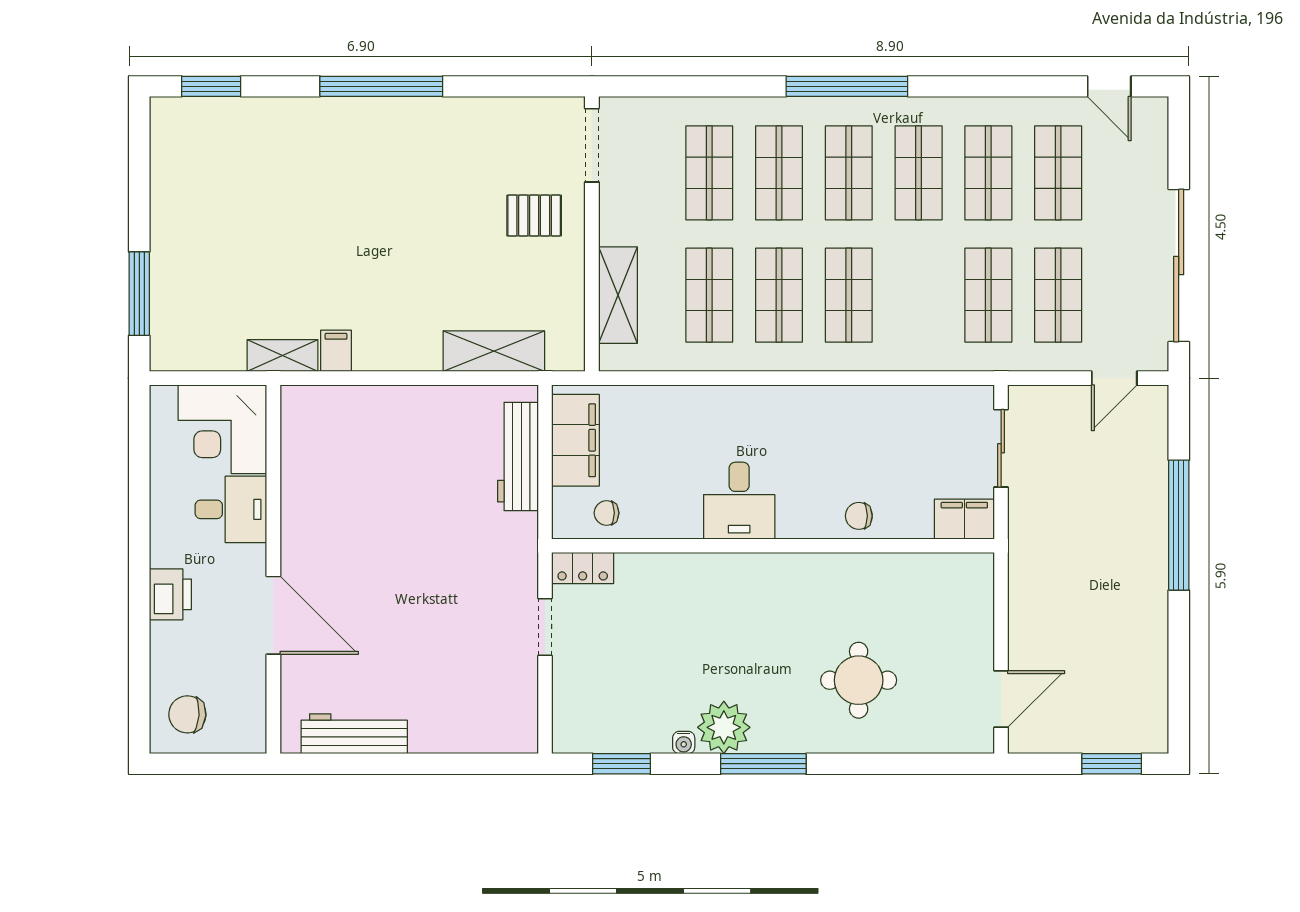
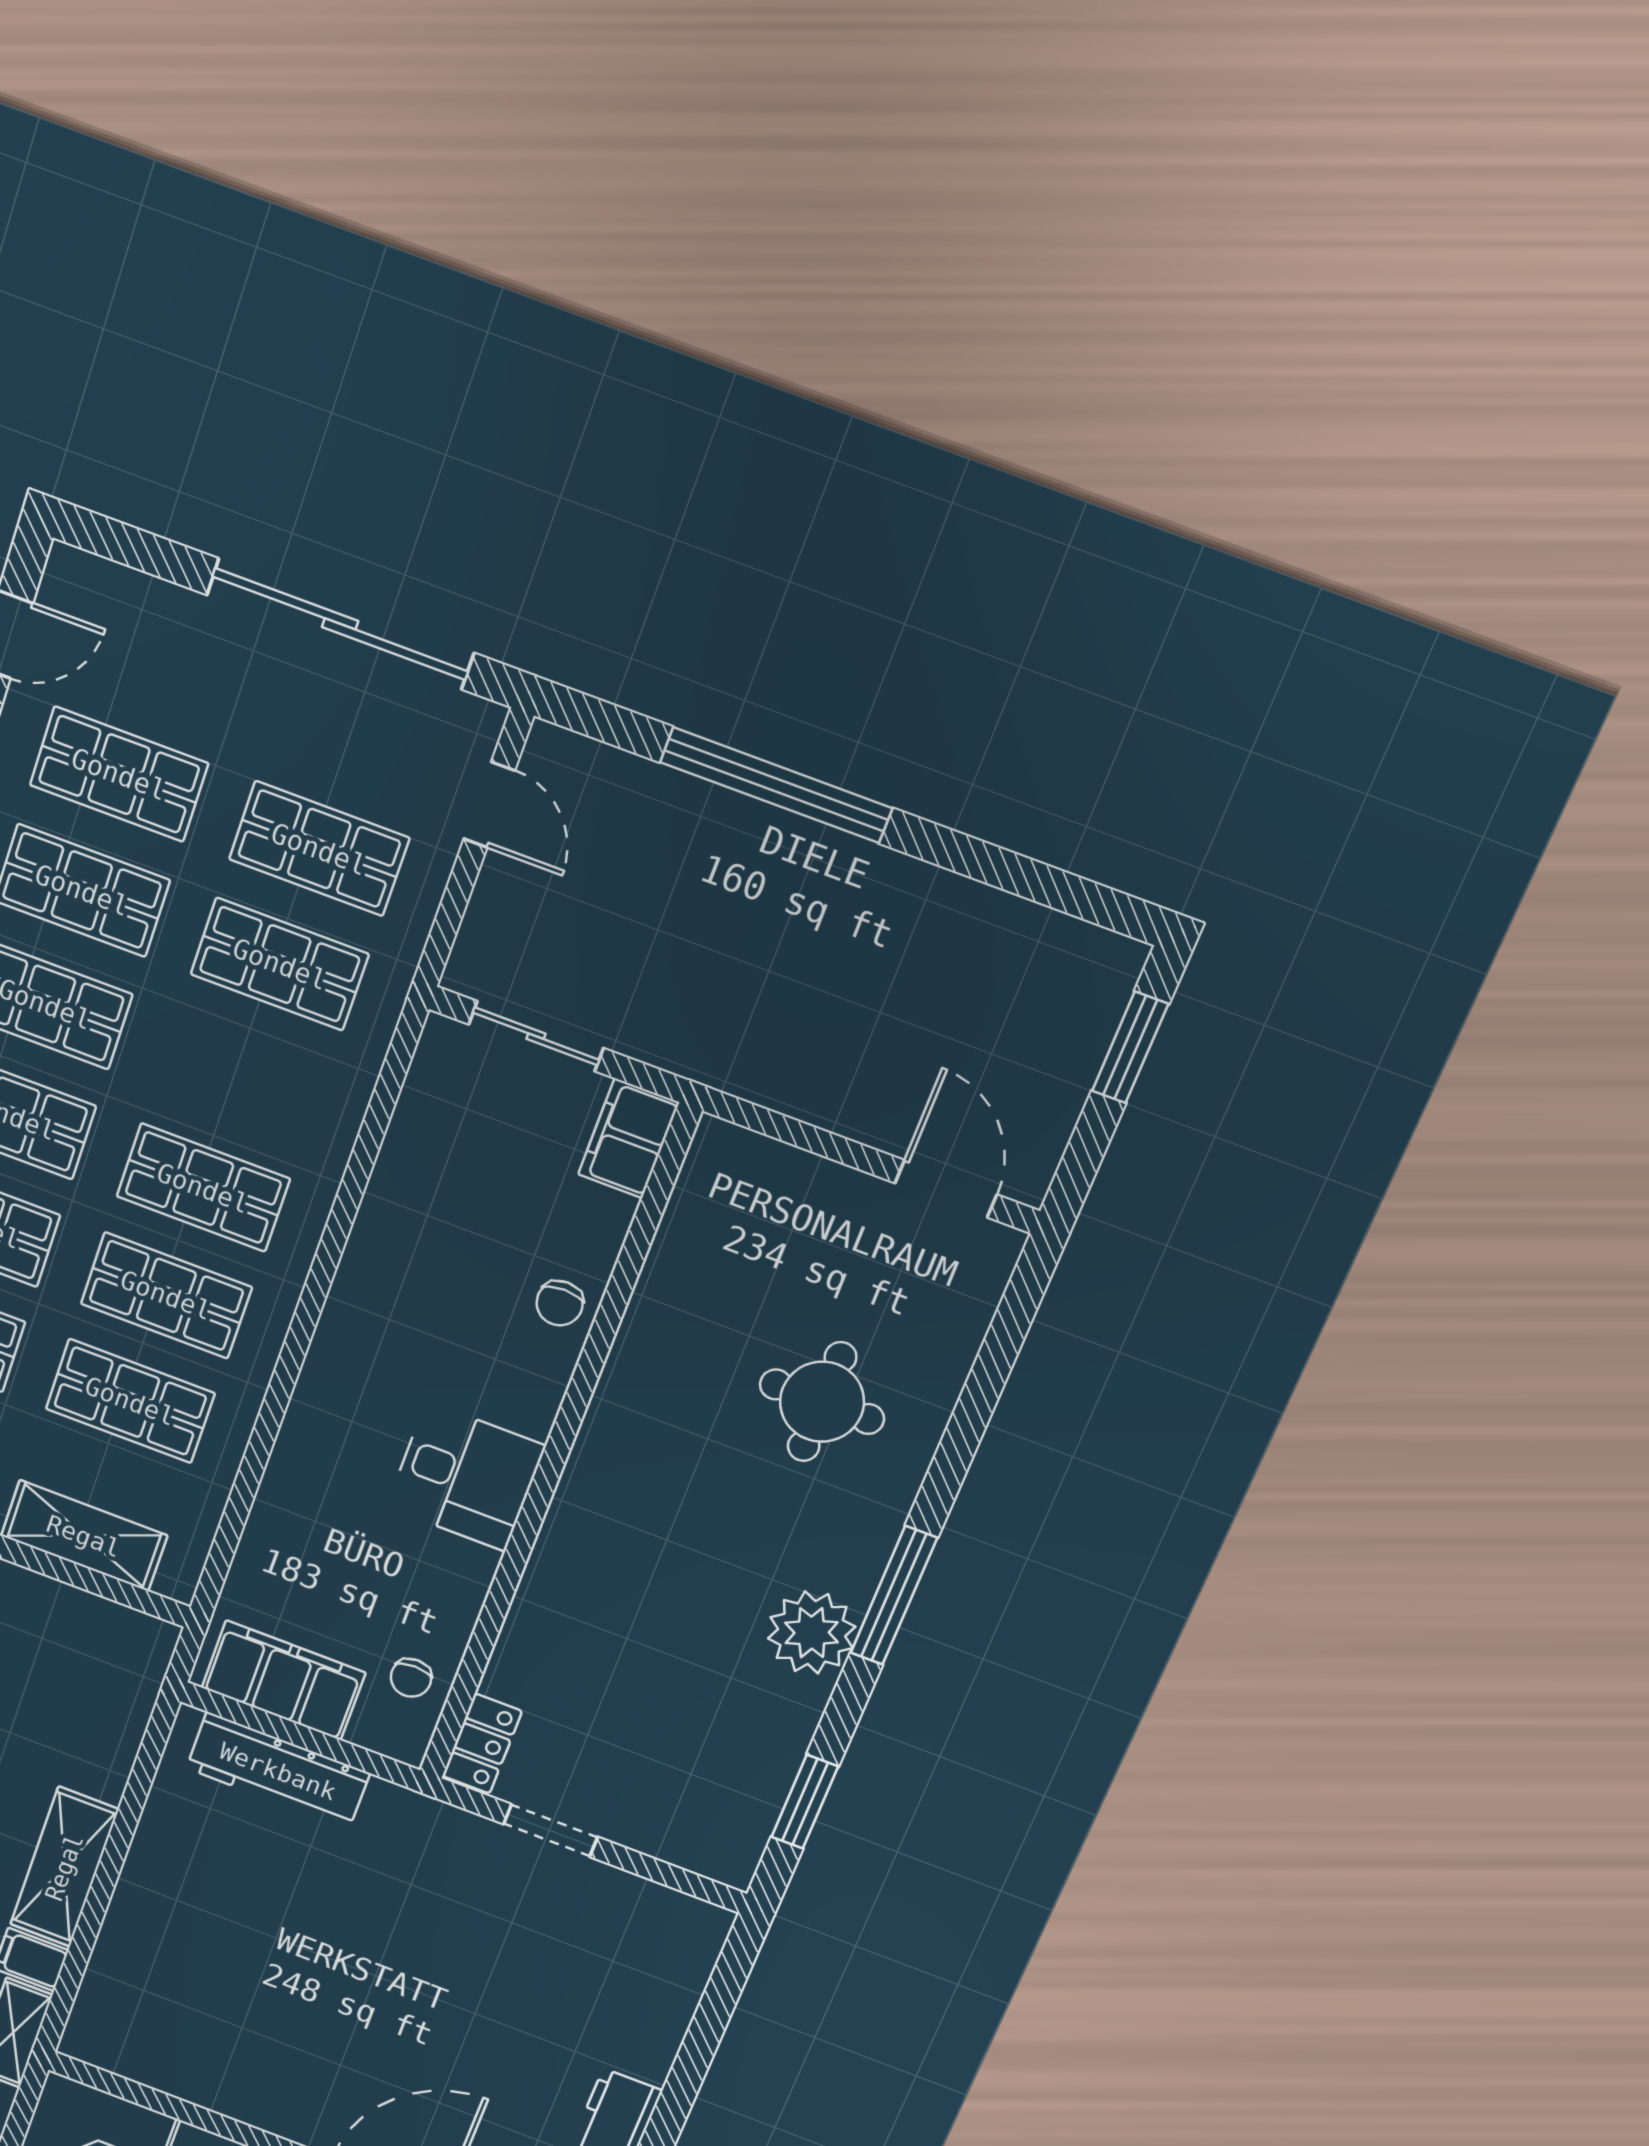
shelving: (494, 351) -> (64, 1867), moved
water cooler: (684, 743) -> (810, 1700), removed

